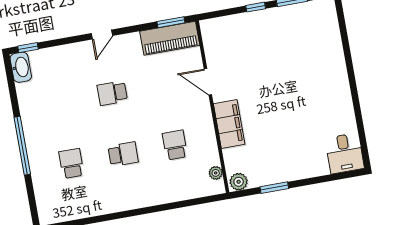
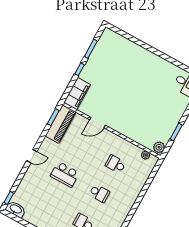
door: (102, 35) -> (32, 156), hinge flipped
school desk: (112, 93) -> (65, 174), width x1.85
filing cabinet: (229, 124) -> (77, 94), moved, turned 90
school desk: (123, 154) -> (99, 193), turned 90

